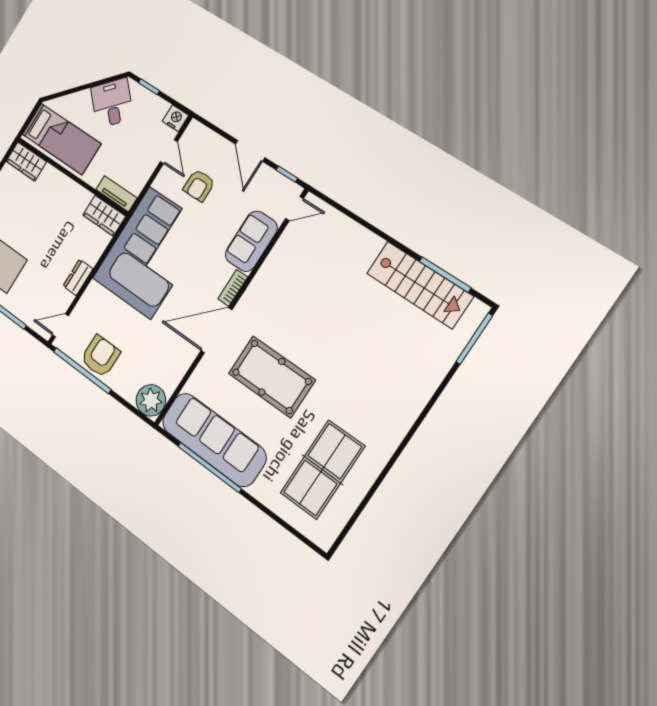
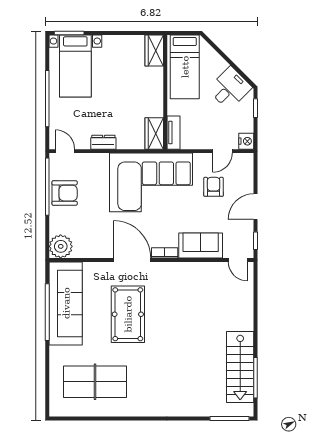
armchair: (199, 185) -> (214, 187), turned 90

